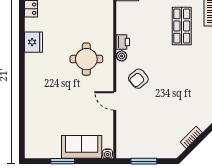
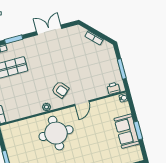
printer: (123, 42) -> (113, 88), moved
round table: (86, 59) -> (56, 133), width x1.36, depth x1.36
sofa: (82, 147) -> (127, 131), moved

